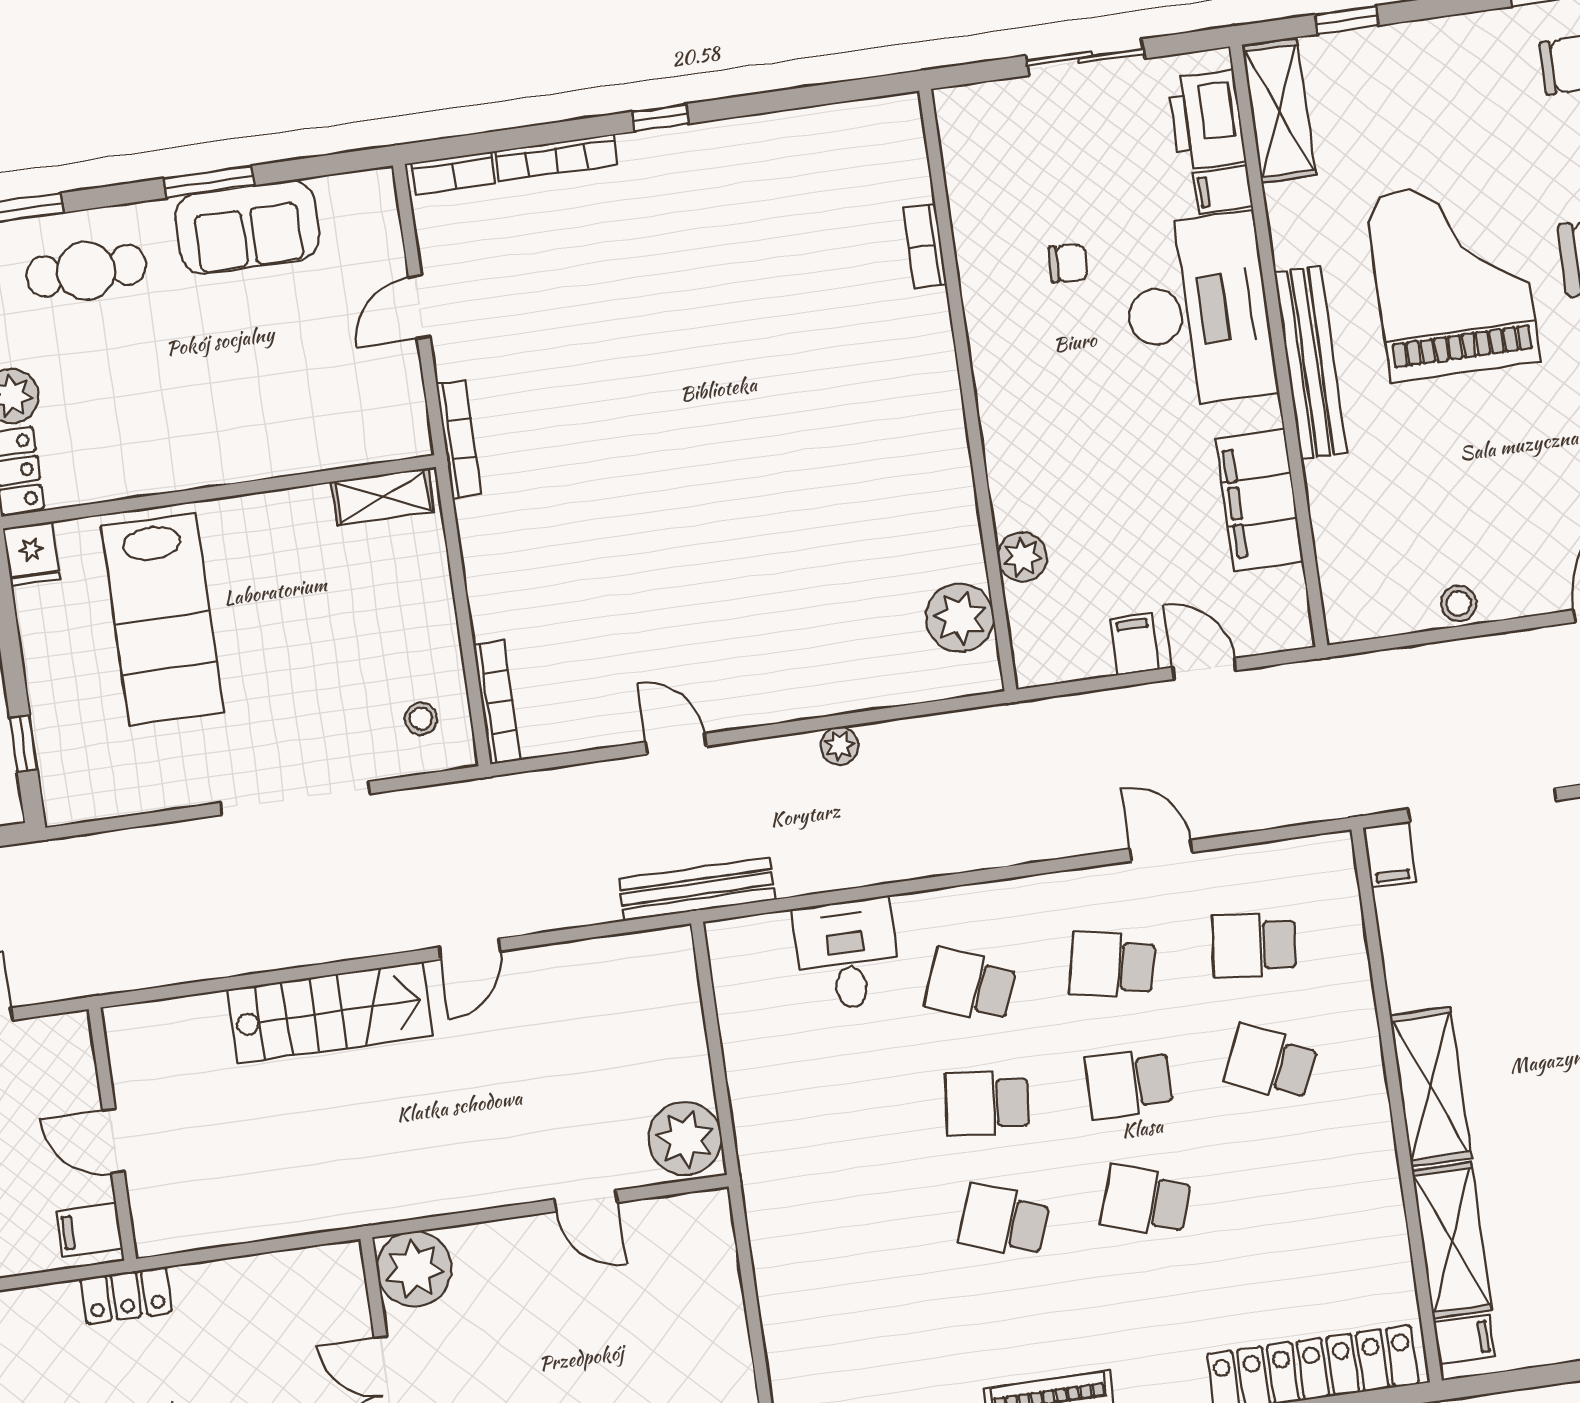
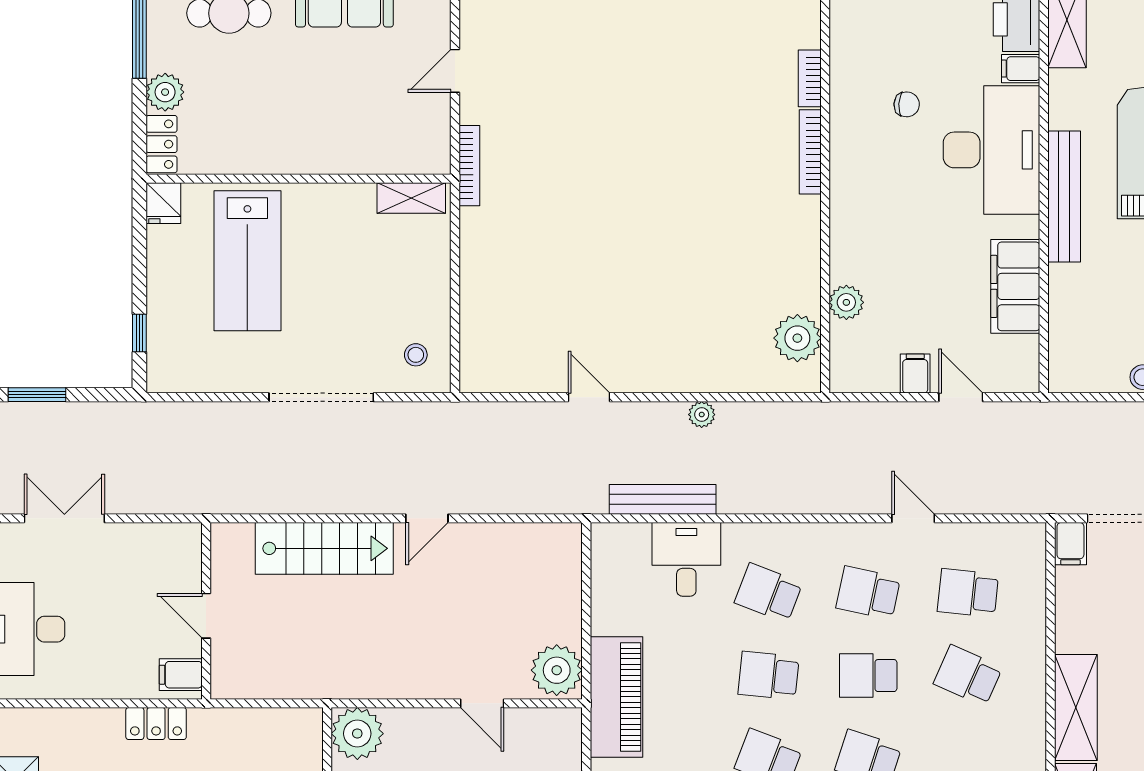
bookcase: (497, 702) -> (810, 152), moved, turned 180
bench: (697, 889) -> (663, 499), moved
wall: (112, 1134) -> (206, 611), moved
door: (113, 1141) -> (206, 616), moved
piano: (775, 1165) -> (616, 697), added
filing cabinet: (89, 1230) -> (181, 675), moved

